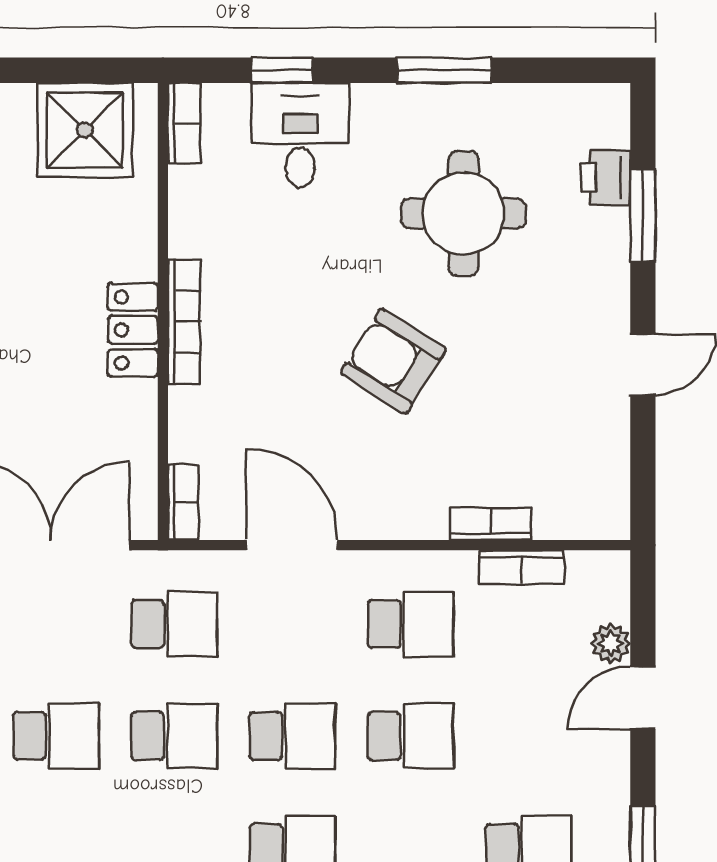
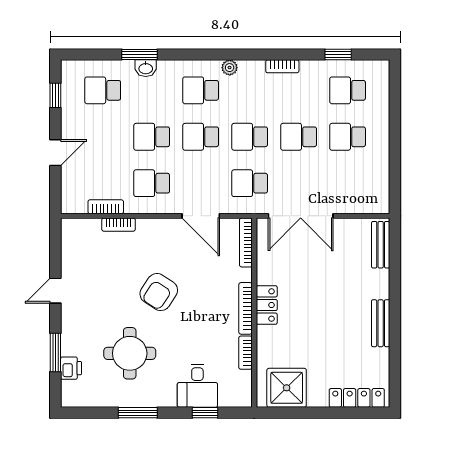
bookcase: (184, 123) -> (246, 353), moved
armchair: (393, 361) -> (159, 292), turned 91
bookcase: (183, 502) -> (246, 243), width x1.56
plant: (611, 643) -> (69, 175), removed

